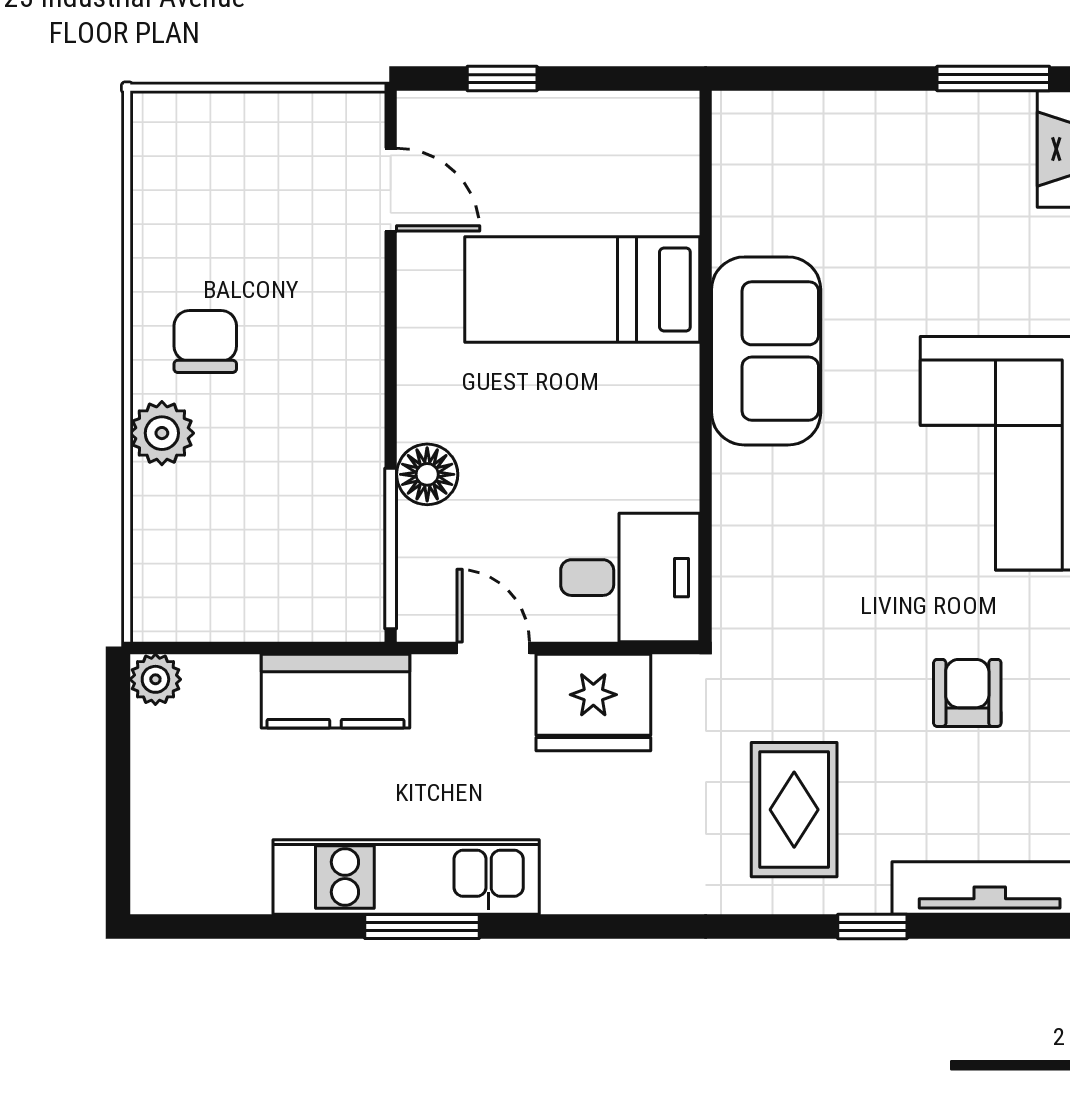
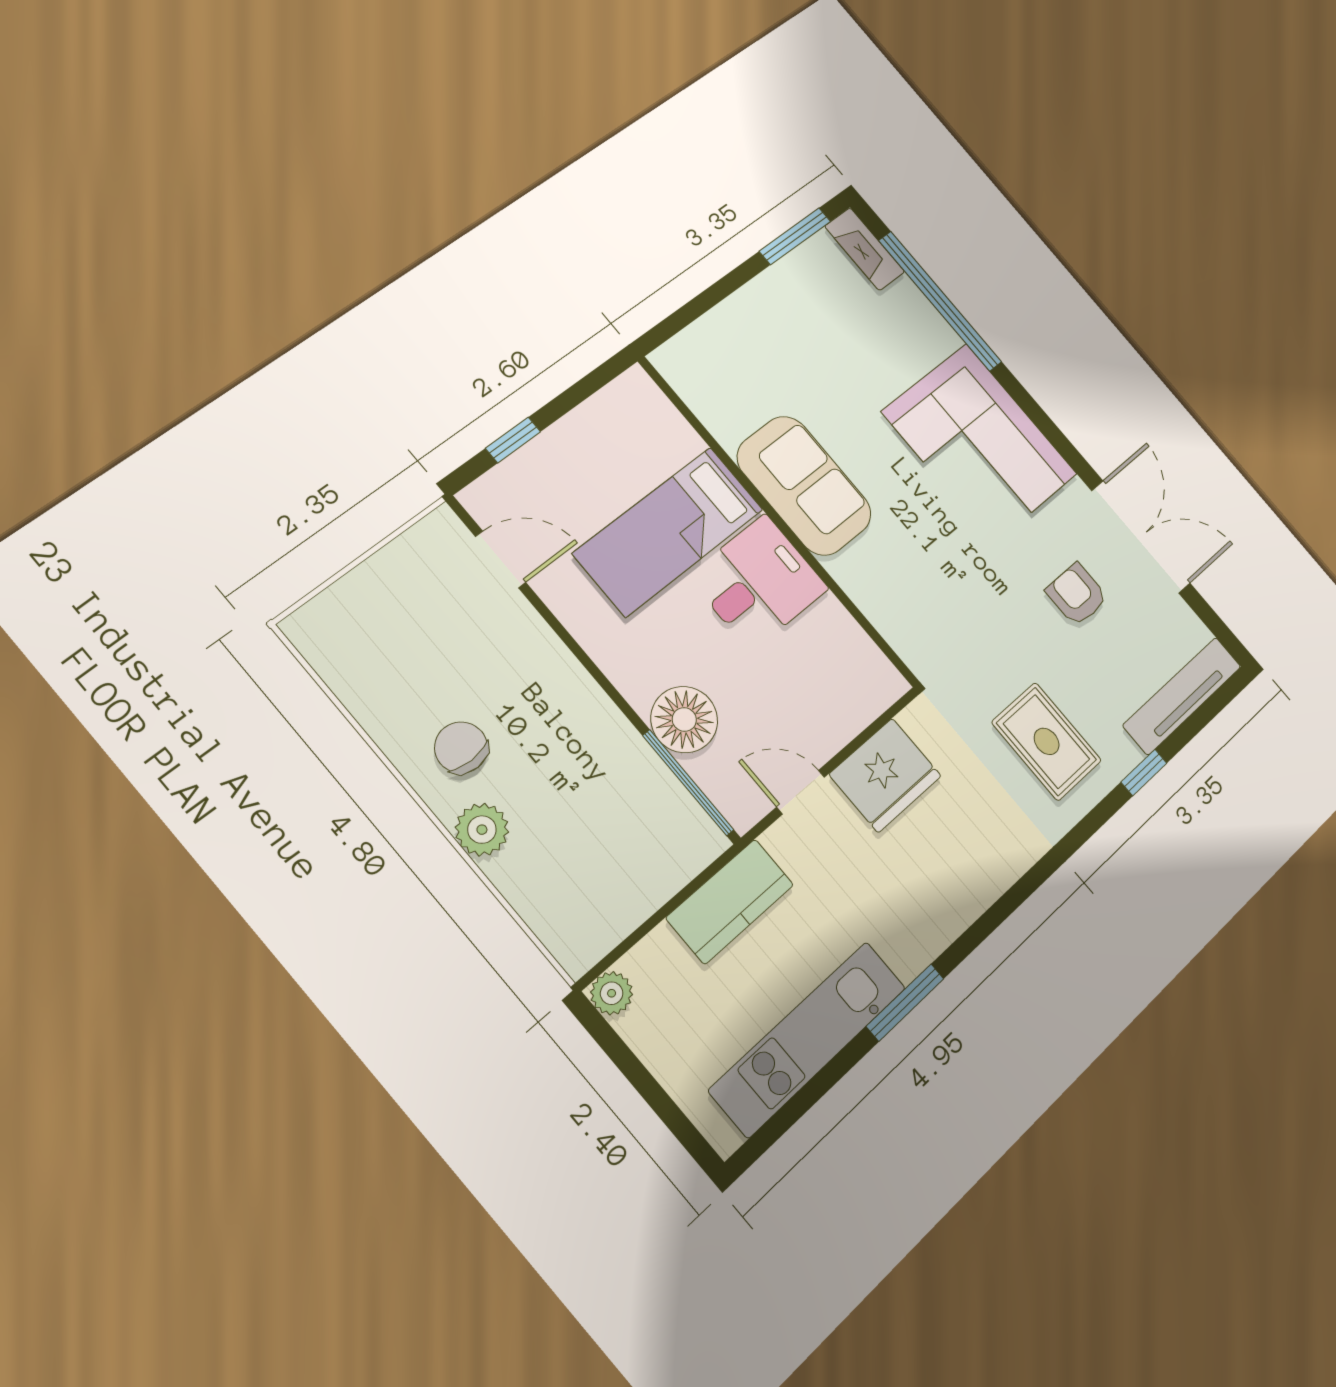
floor lamp: (427, 474) -> (684, 719), width x1.38, depth x1.38
desk: (630, 578) -> (758, 582), moved
kitchen unit: (406, 877) -> (808, 1038), moved

